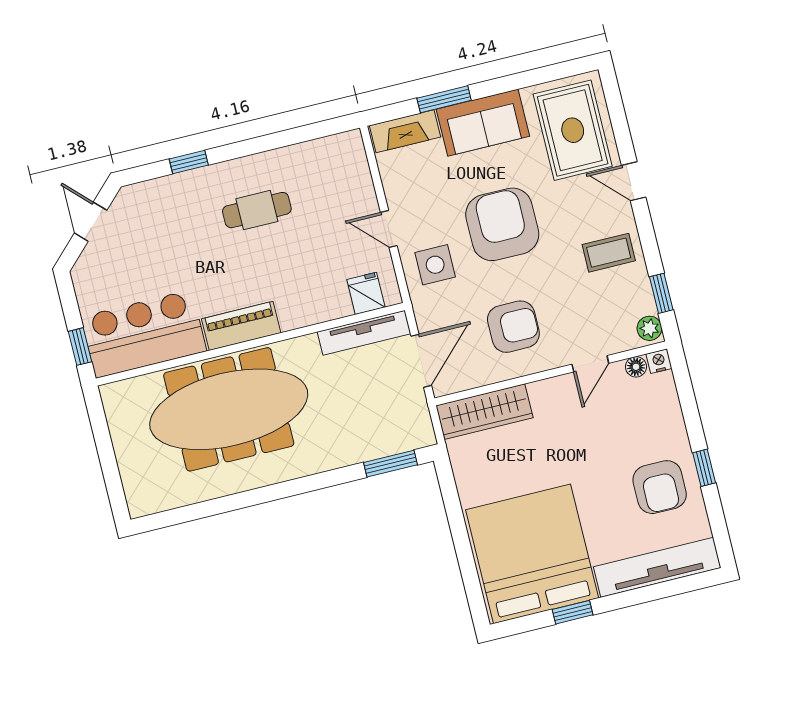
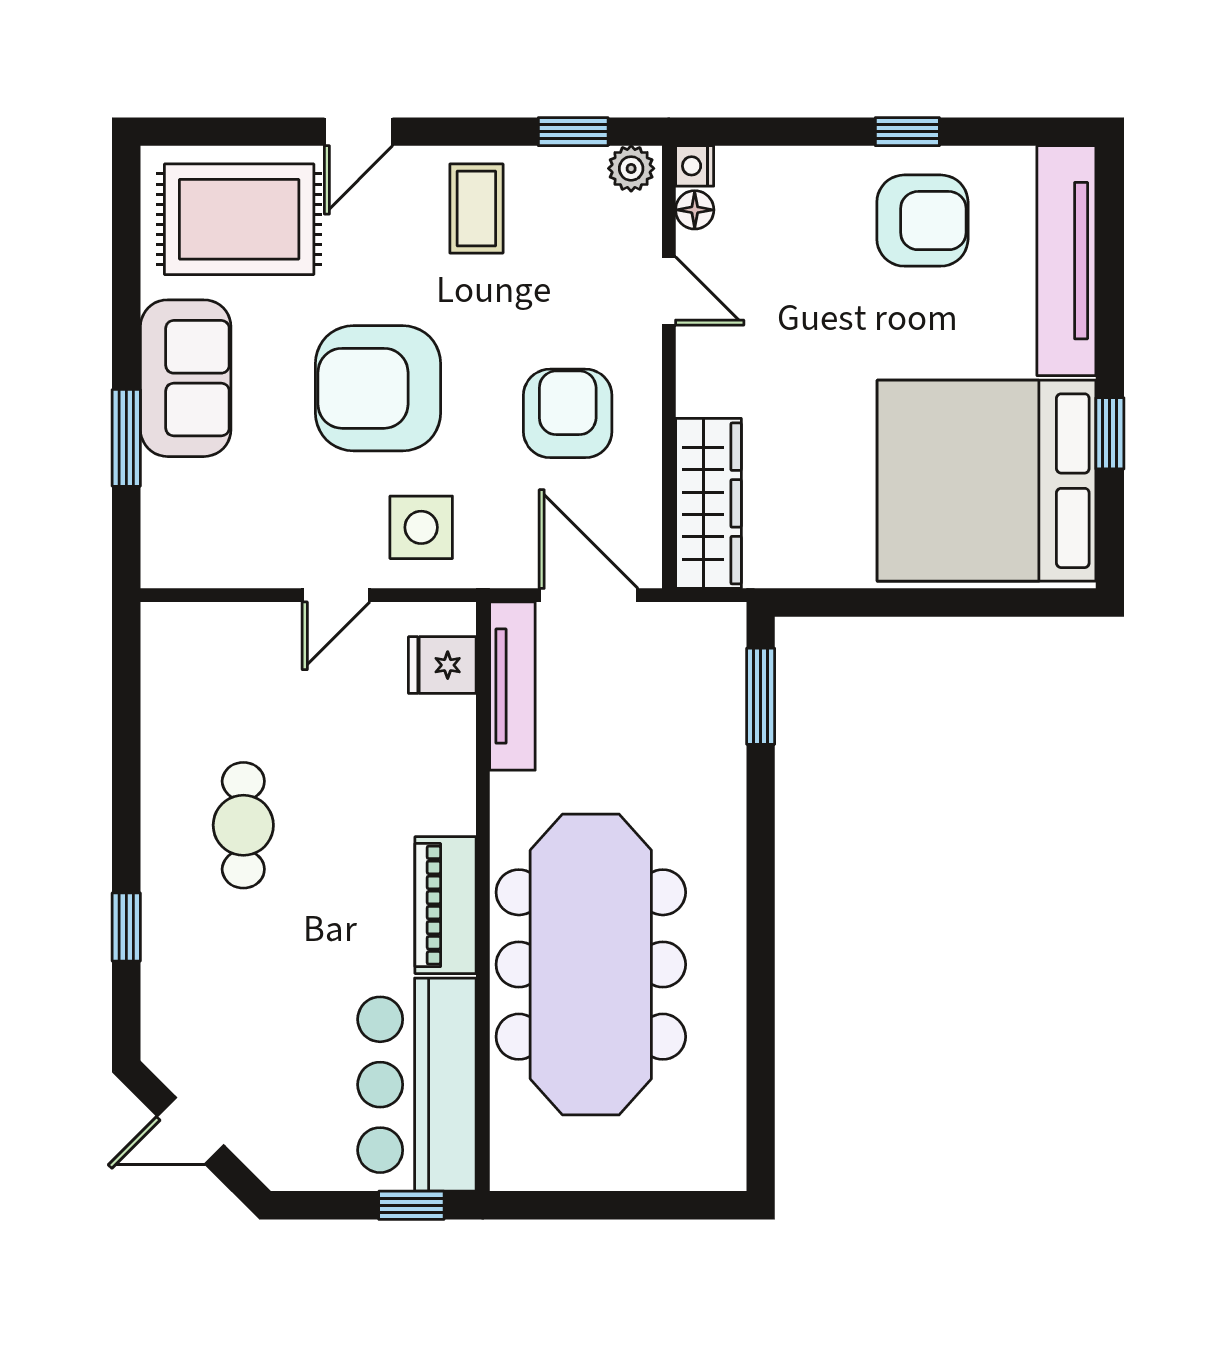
fireplace: (405, 131) -> (167, 523), removed

